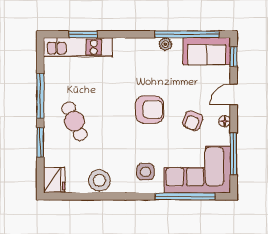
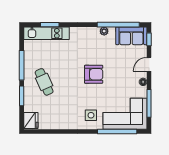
armchair: (193, 121) -> (122, 82), removed
stool: (99, 180) -> (61, 121), removed

